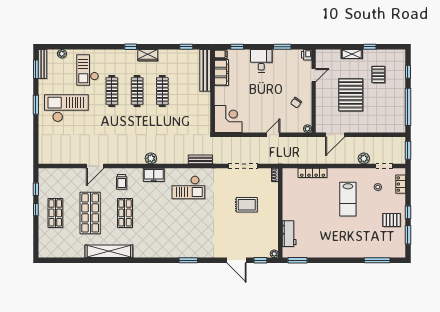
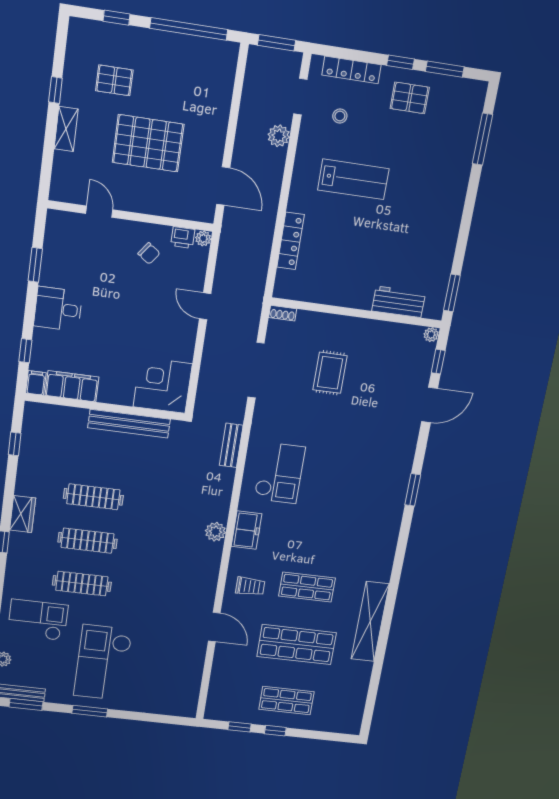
printer: (307, 55) -> (183, 238), moved
checkout: (88, 70) -> (38, 620), turned 180
bench: (205, 70) -> (129, 424), moved
locker: (401, 184) -> (352, 70), width x1.53
pallet: (392, 220) -> (410, 98), turned 90

